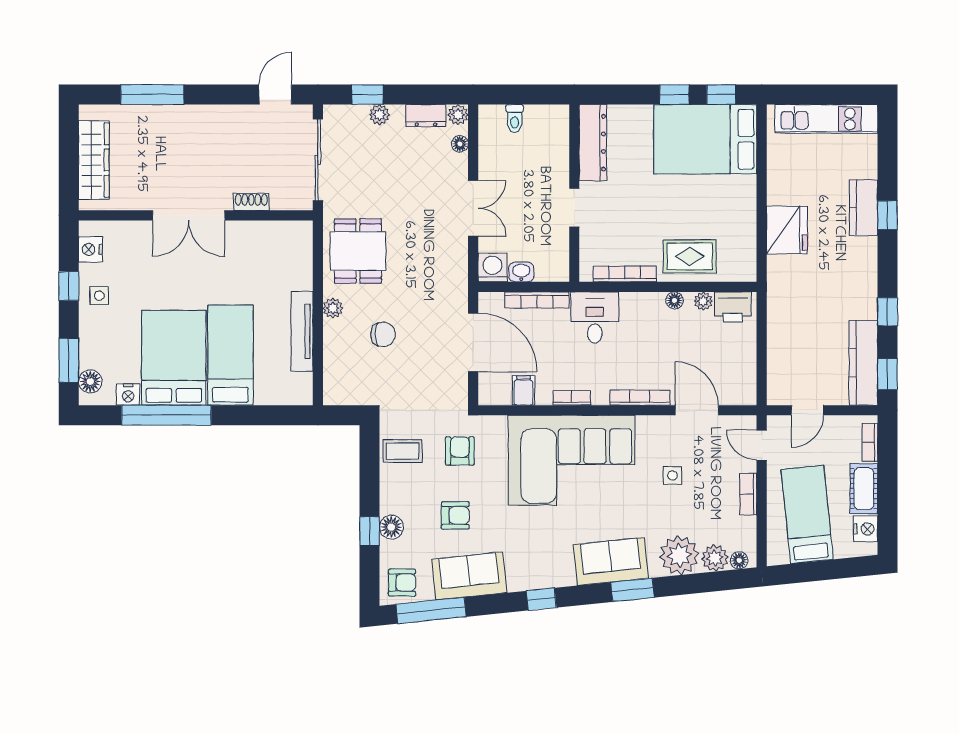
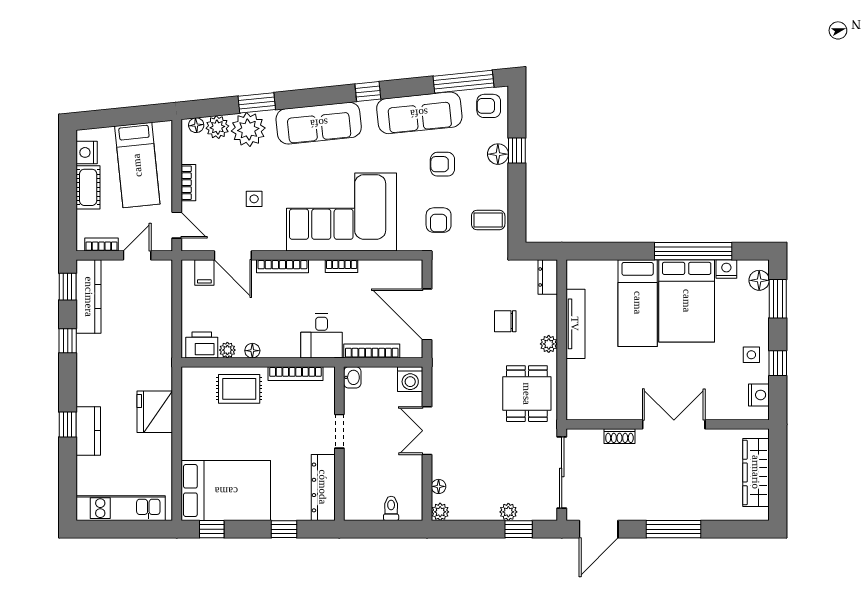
window: (152, 95) -> (674, 529), moved
door: (275, 95) -> (599, 529), width x1.38
window: (674, 95) -> (284, 529), moved
dresser: (426, 116) -> (548, 277), moved, turned -90
washbasin: (521, 272) -> (352, 377), moved, turned -90
filing cabinet: (523, 391) -> (204, 272), moved
bookcase: (870, 442) -> (102, 244), moved, turned -90
sofa: (611, 561) -> (319, 123), width x1.36
sofa: (469, 576) -> (419, 113), width x1.36
window: (633, 590) -> (257, 103), moved

